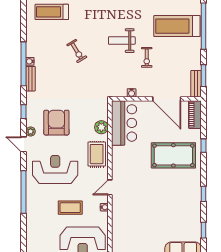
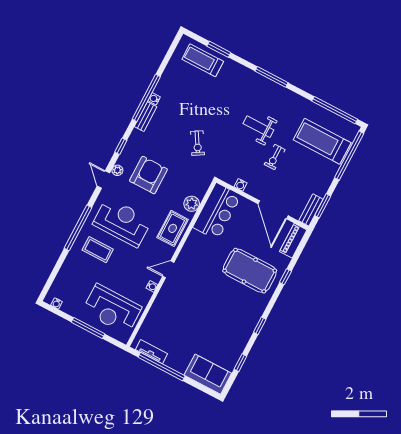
exercise bike: (77, 51) -> (197, 143), moved
coffee table: (70, 208) -> (98, 250), moved

